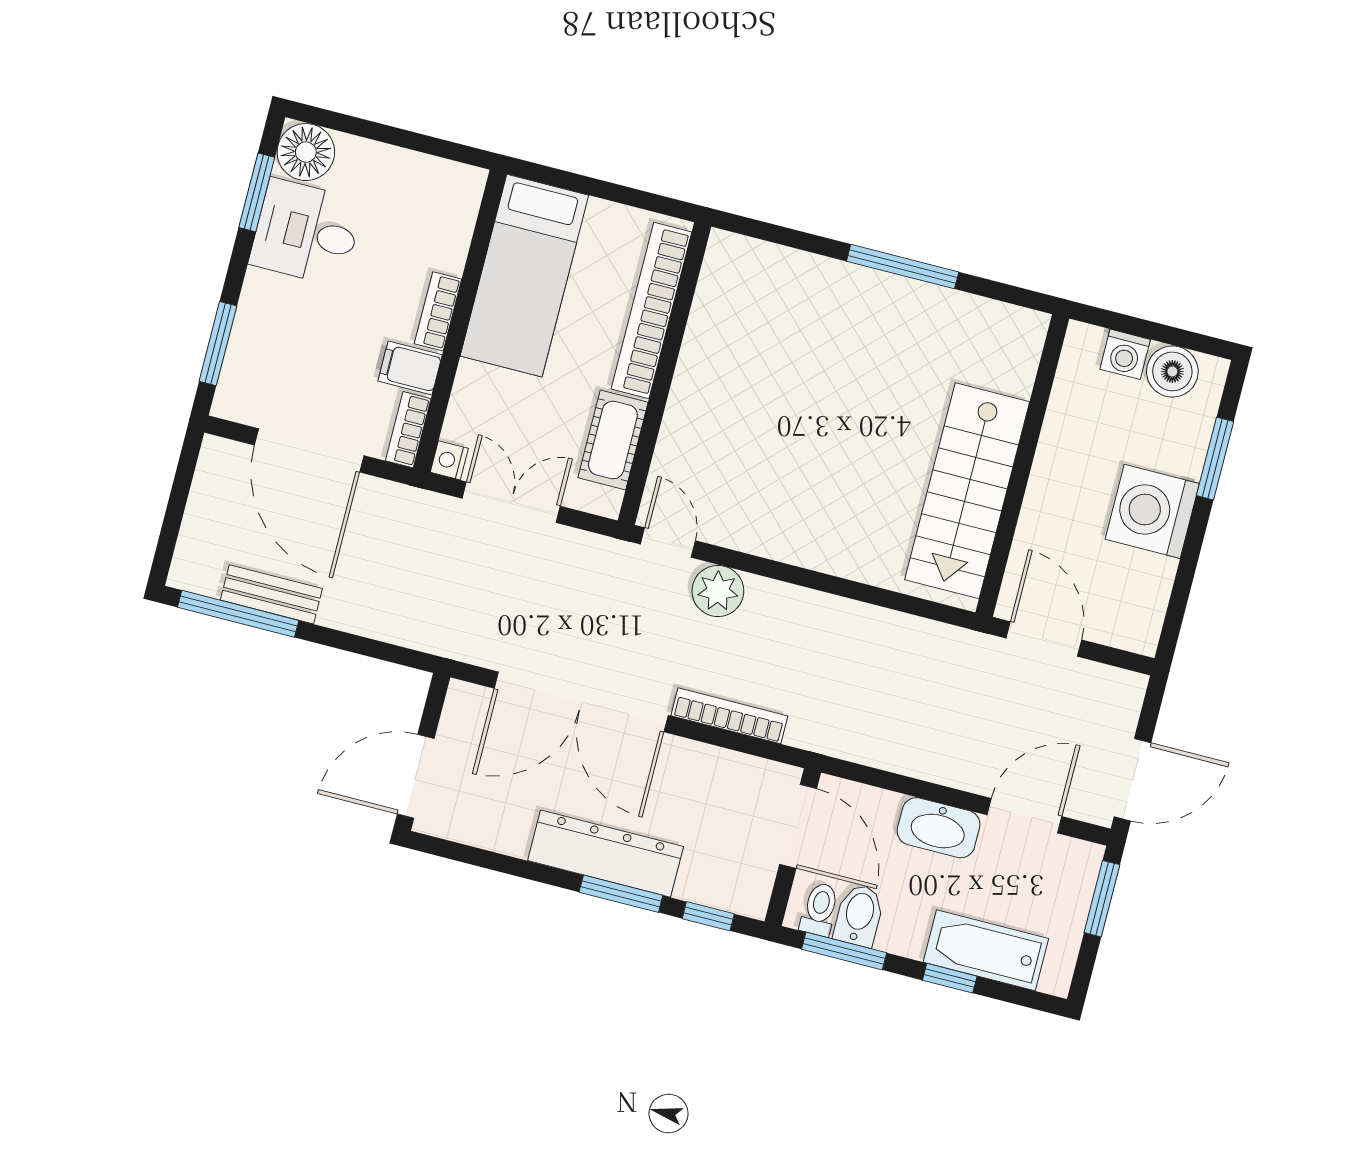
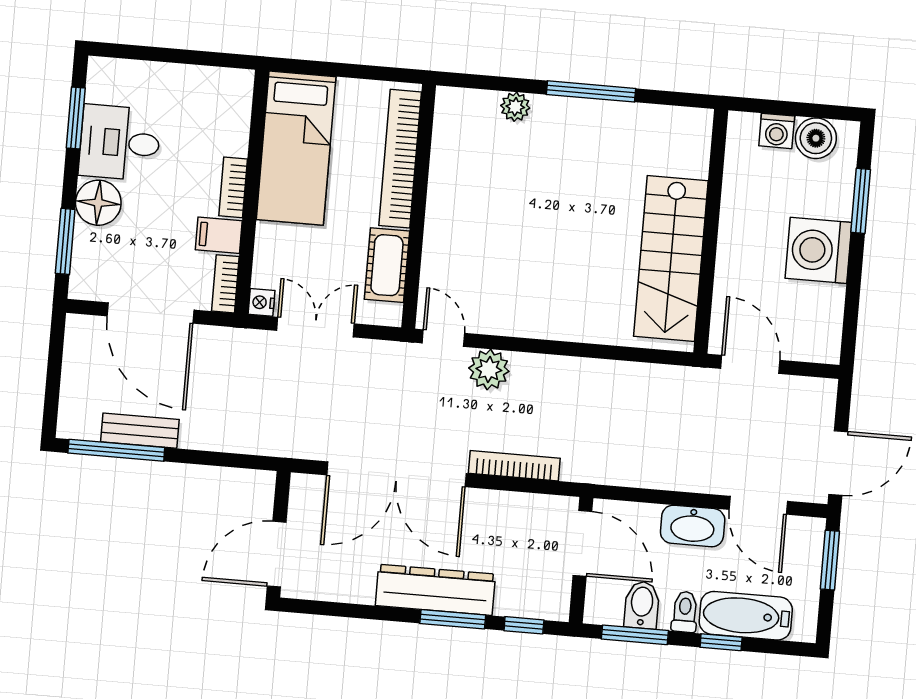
floor lamp: (306, 152) -> (98, 203), moved
plant: (805, 270) -> (515, 107), added
door: (1024, 816) -> (758, 505), swing flipped
toilet: (820, 909) -> (685, 612), moved

